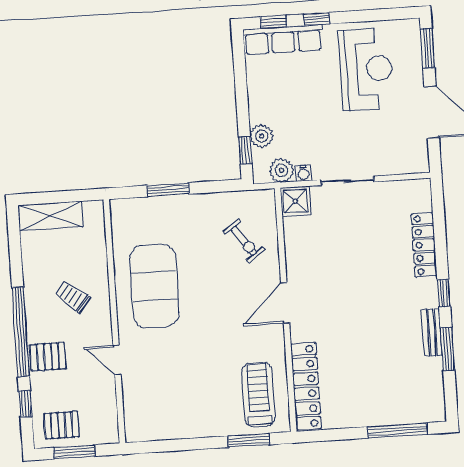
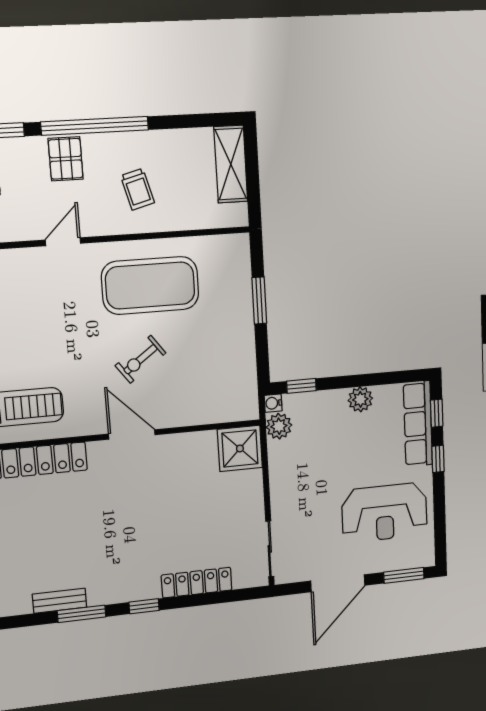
plant: (262, 136) -> (360, 399), moved
water cooler: (303, 173) -> (273, 403), moved
sliding door: (348, 181) -> (270, 549), moved
shower: (295, 201) -> (240, 448), width x1.36, depth x1.36
exercise bike: (244, 241) -> (141, 359), moved
trolley: (73, 296) -> (137, 189), turned 126
bench: (432, 333) -> (60, 601), moved

